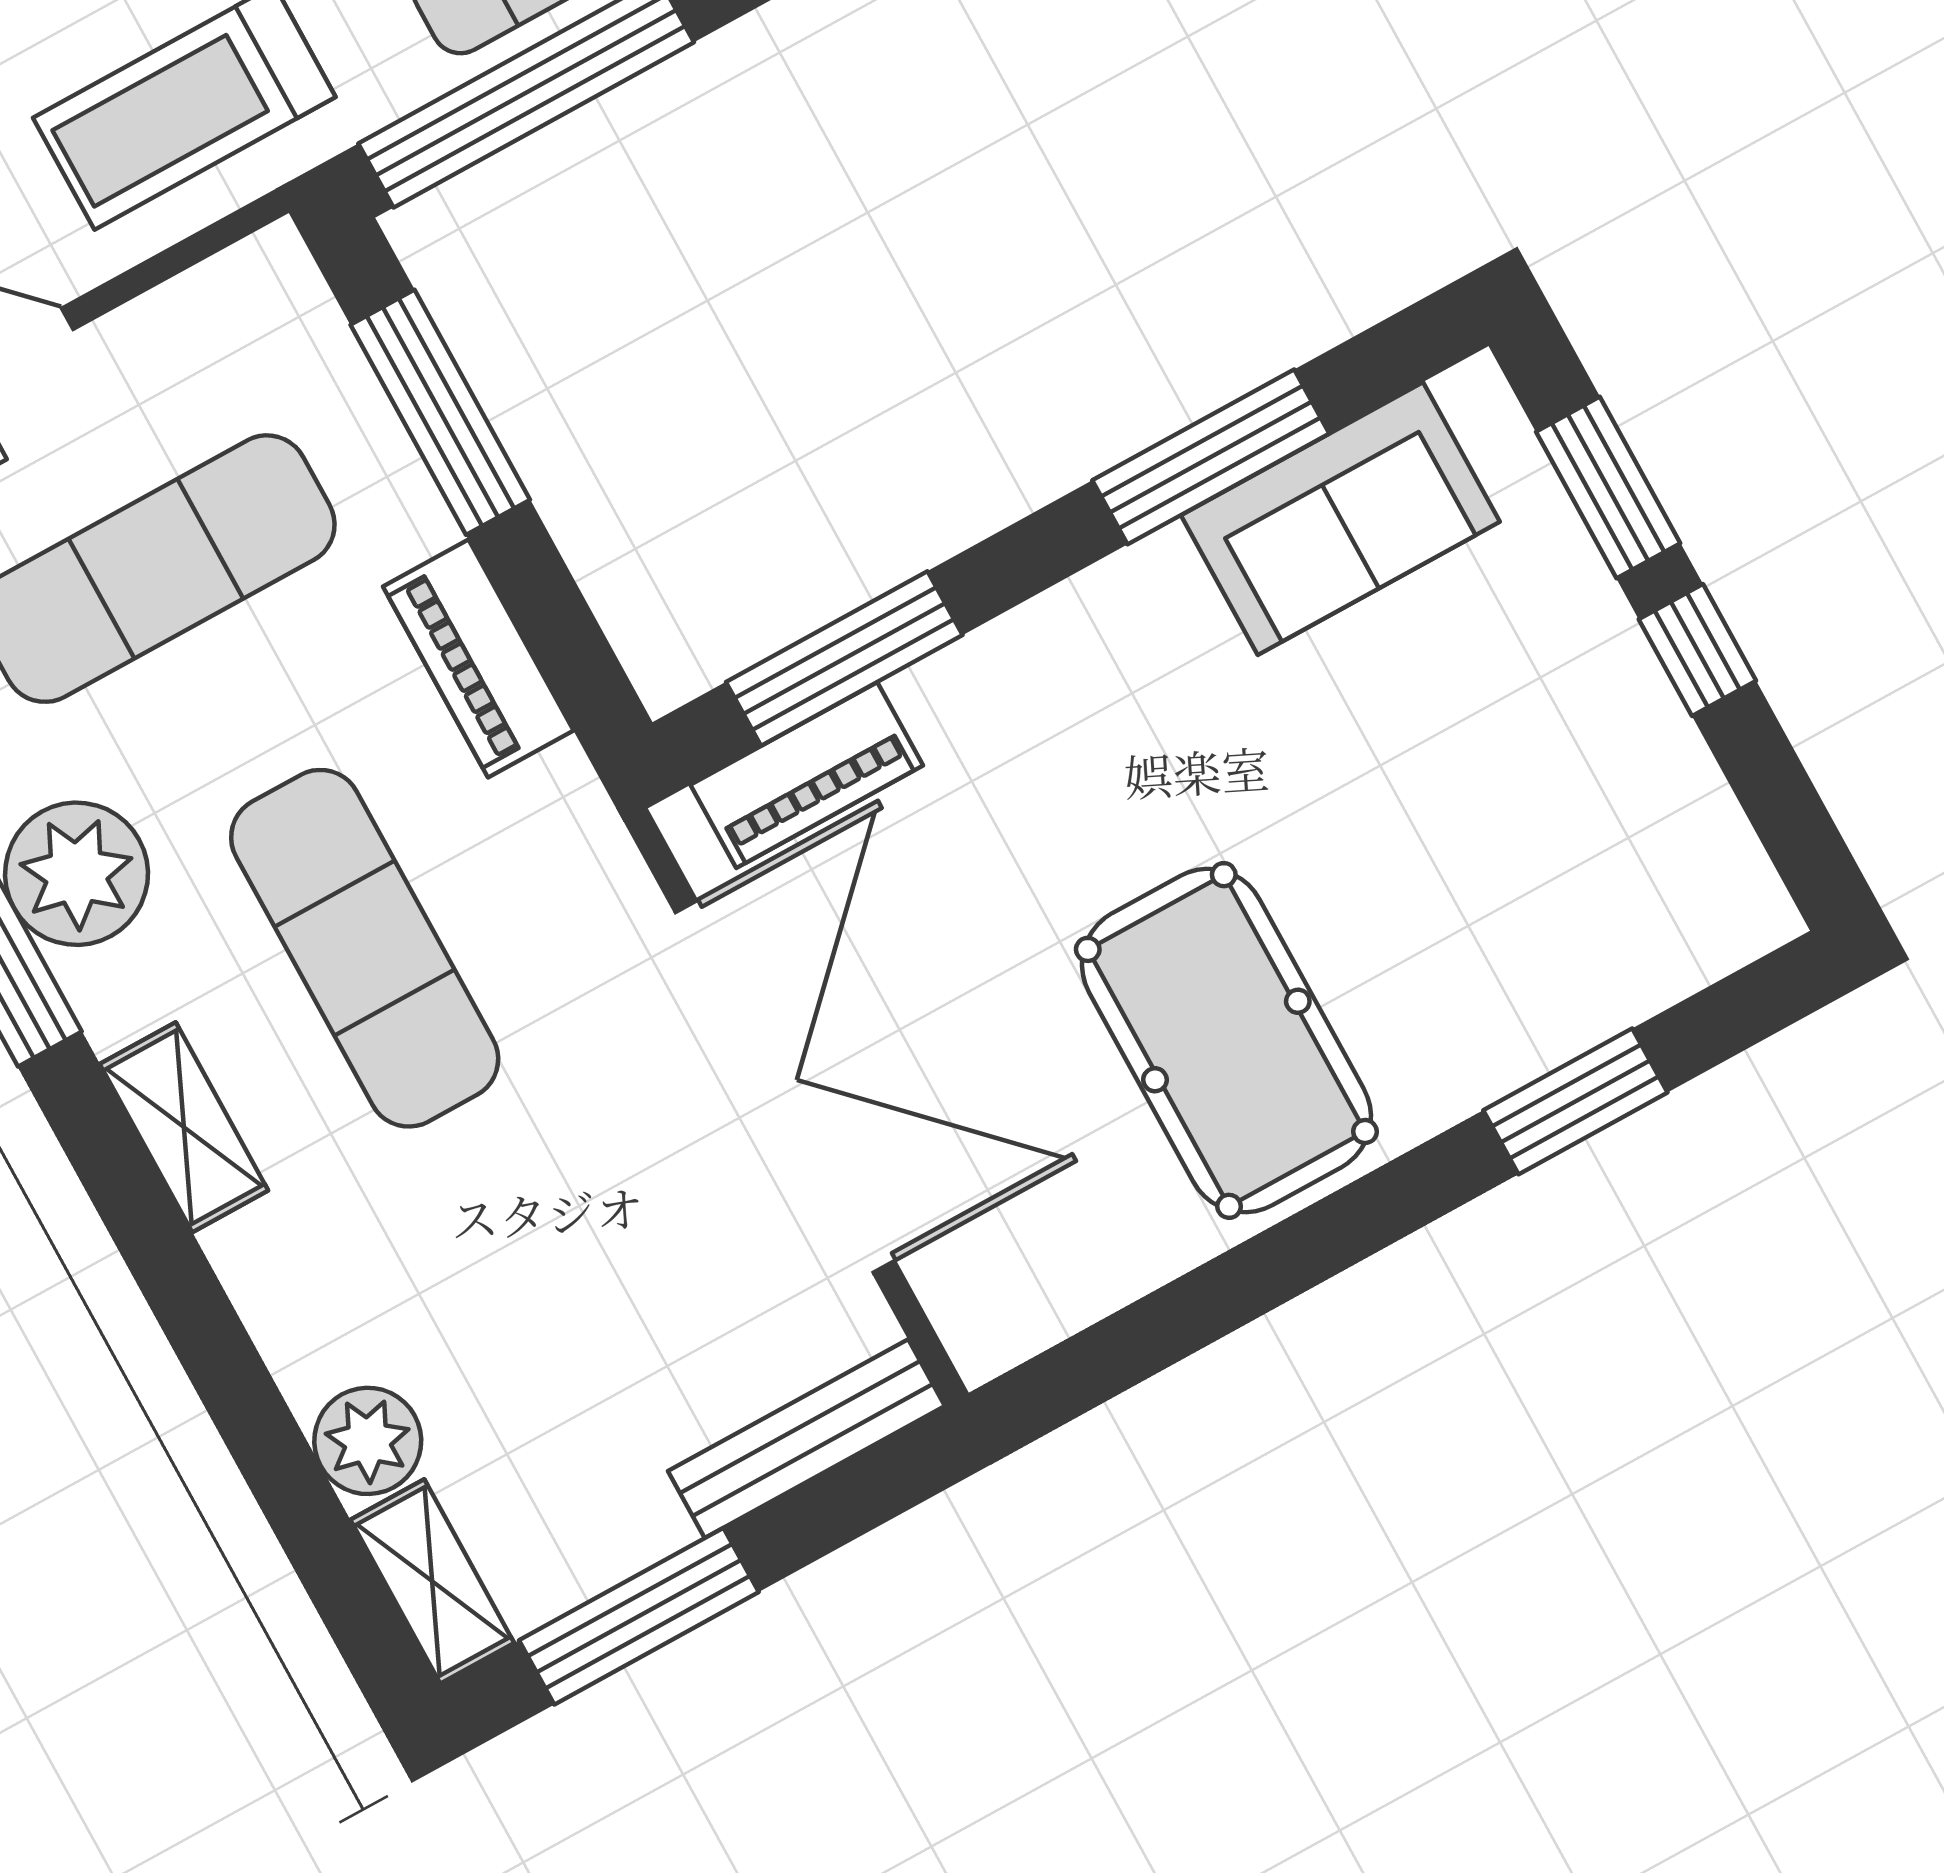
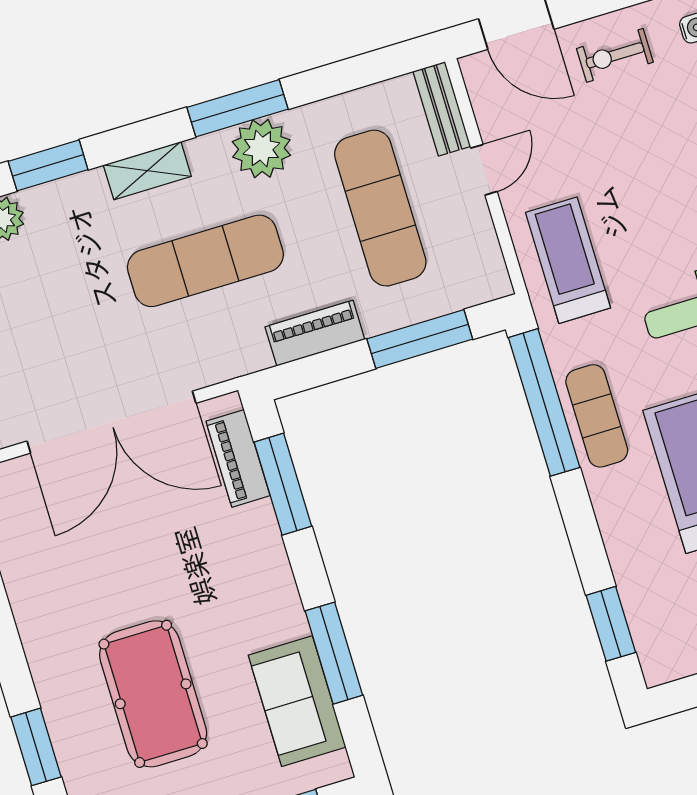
pool table: (1226, 1040) -> (153, 694), moved, turned 90
window: (221, 1360) -> (48, 165), added

